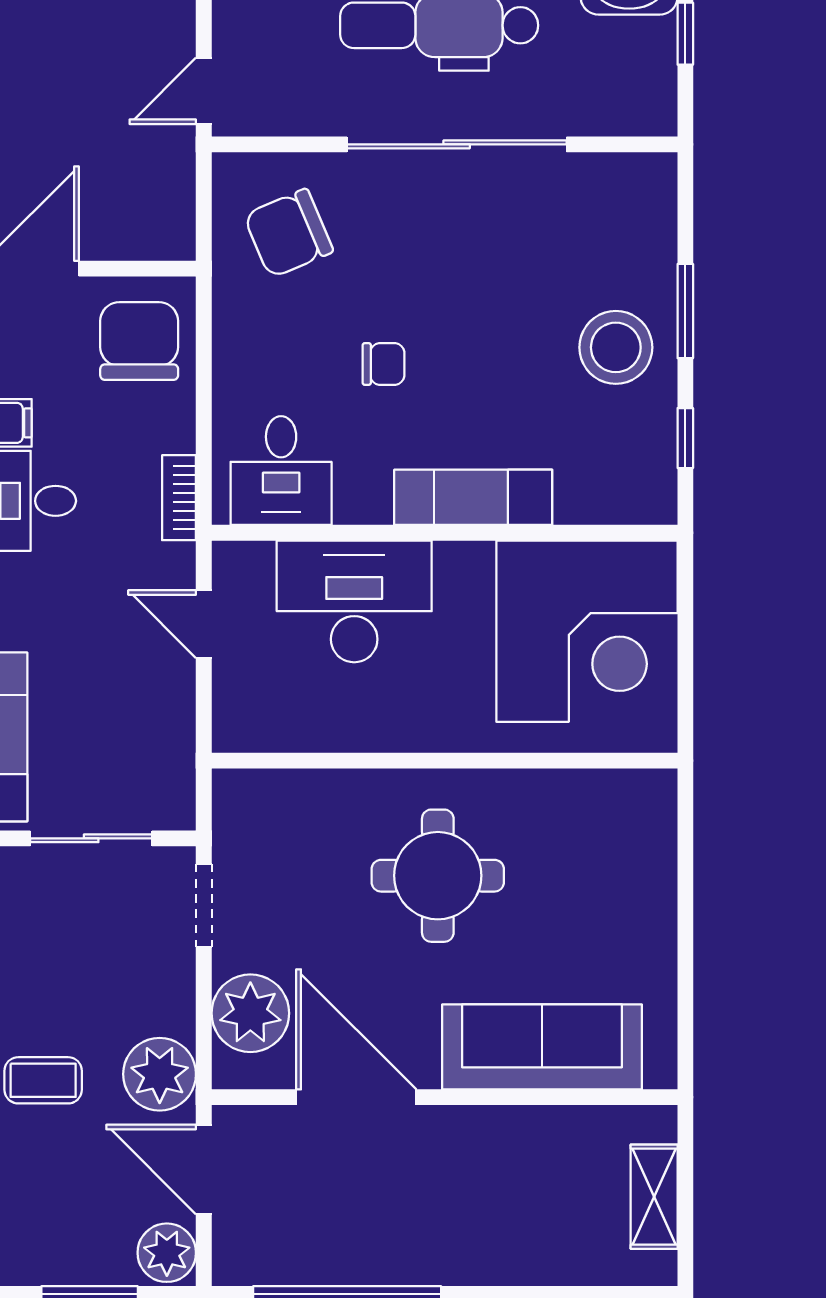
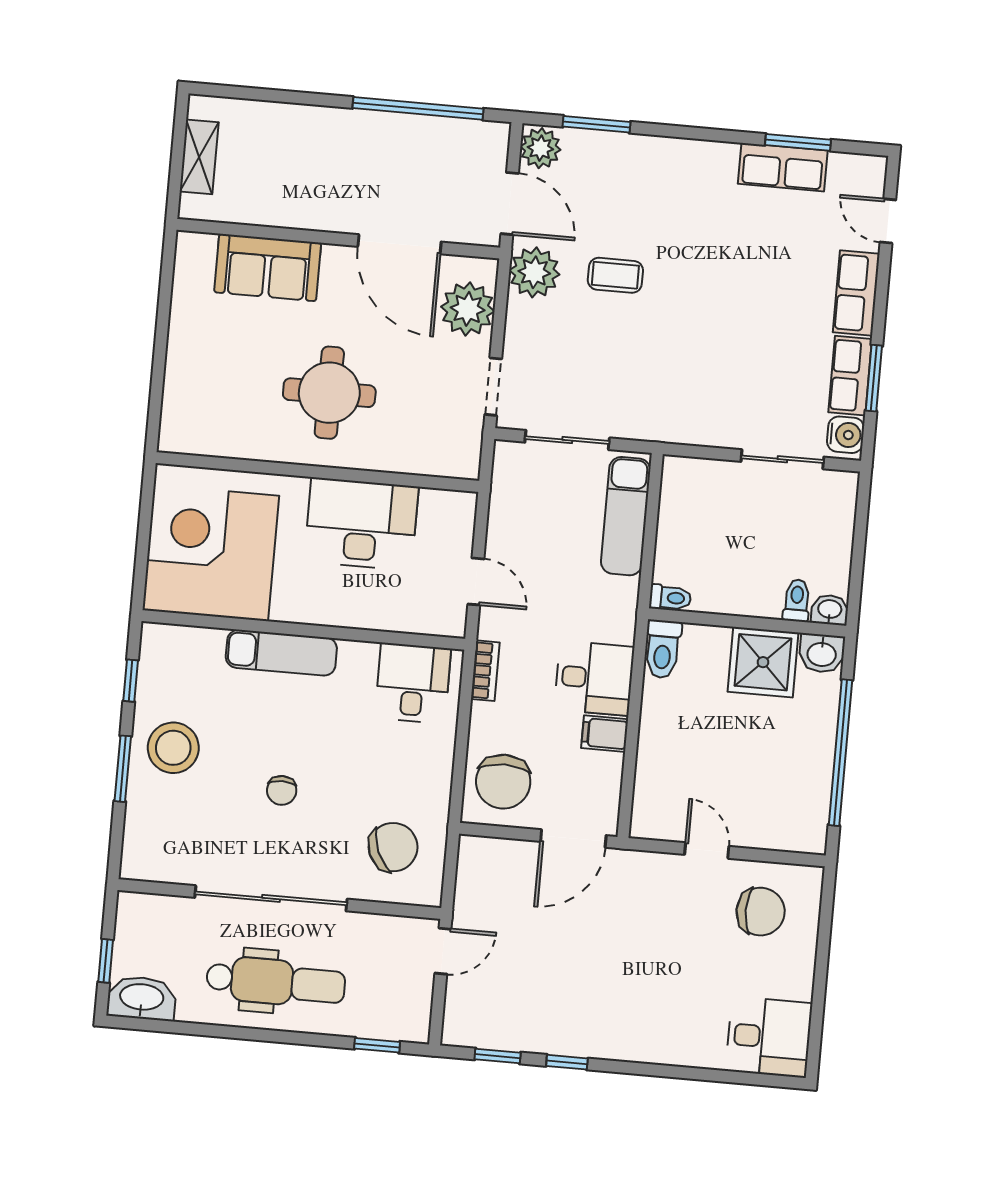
chair: (383, 364) -> (282, 790), moved, turned -90
desk: (354, 601) -> (361, 524), moved, turned 180
sofa: (542, 1047) -> (268, 268), width x0.73

